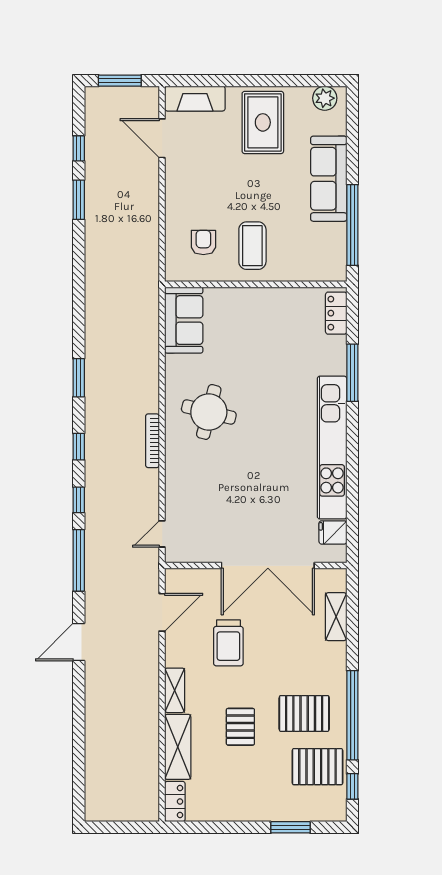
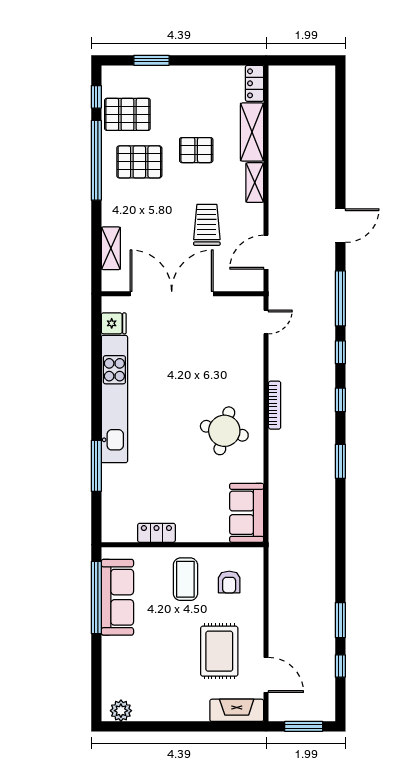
rug: (263, 122) -> (219, 651), moved
sofa: (329, 179) -> (117, 597), moved
locker: (336, 313) -> (156, 533), moved, turned -90
pallet: (240, 727) -> (196, 150), turned 90

